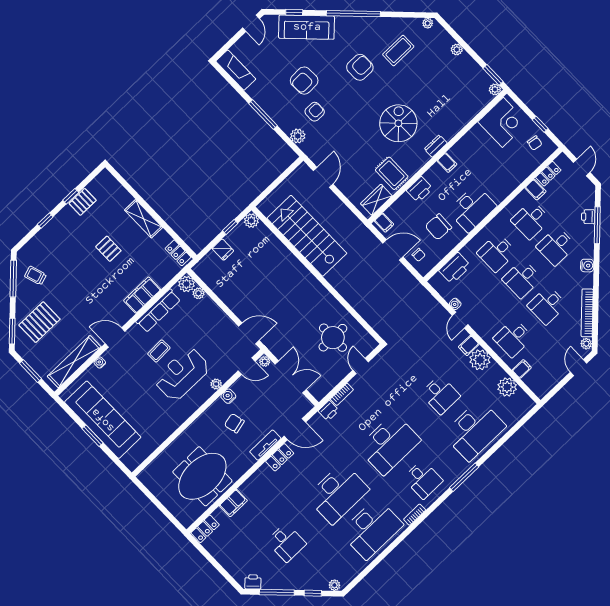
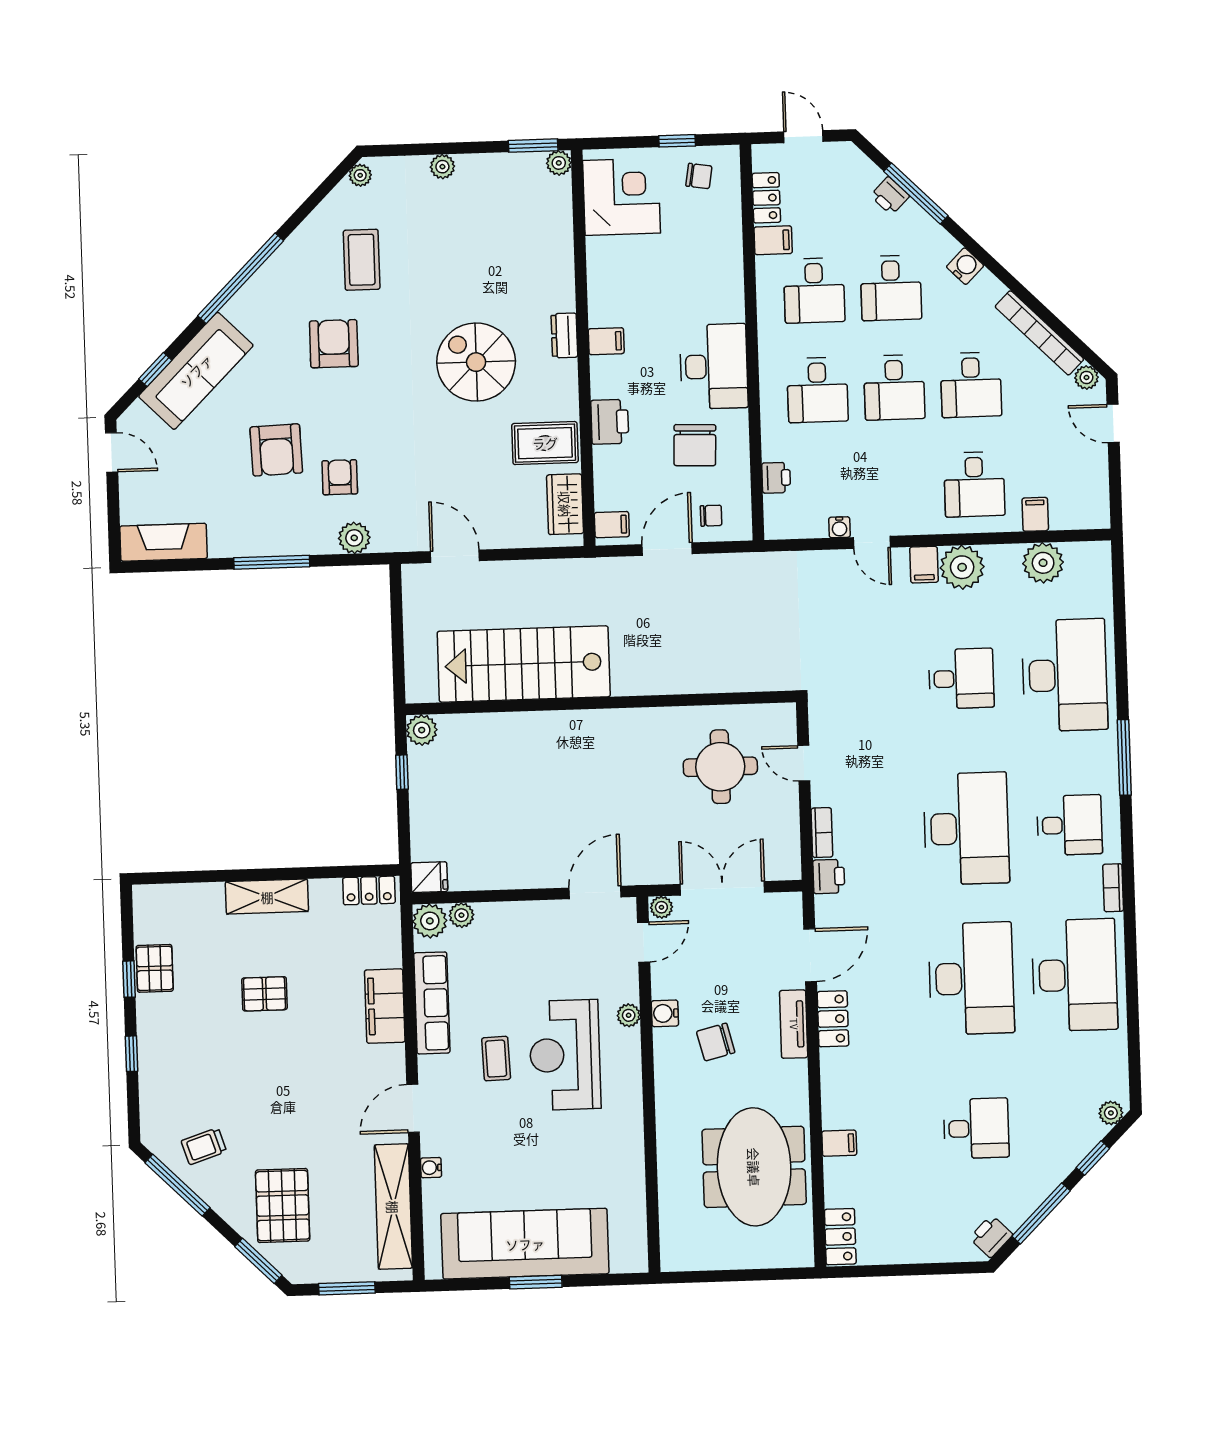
fridge: (223, 250) -> (429, 877), moved
printer: (455, 268) -> (776, 478), width x0.53, depth x0.68
filing cabinet: (233, 503) -> (839, 1143), width x0.50

